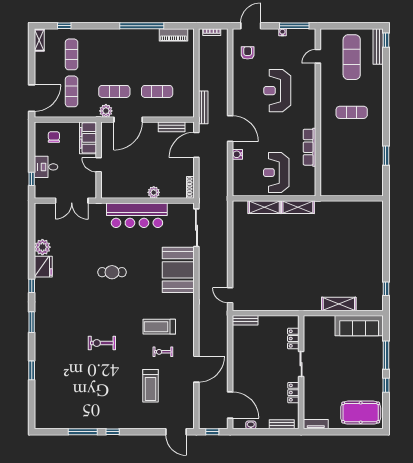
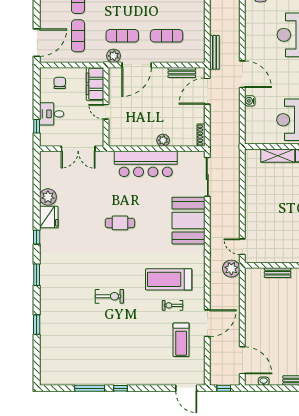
plant: (220, 316) -> (231, 269), added
bench: (245, 320) -> (278, 273), moved
treadmill: (159, 327) -> (169, 279), width x1.37, depth x1.38
exercise bike: (102, 343) -> (109, 296), turned 180
treadmill: (151, 386) -> (181, 340), moved

